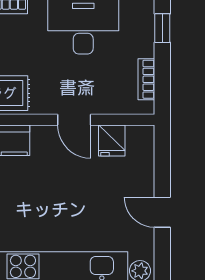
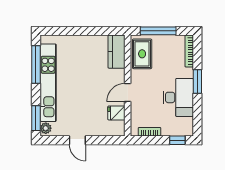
door: (162, 212) -> (77, 140), swing flipped

